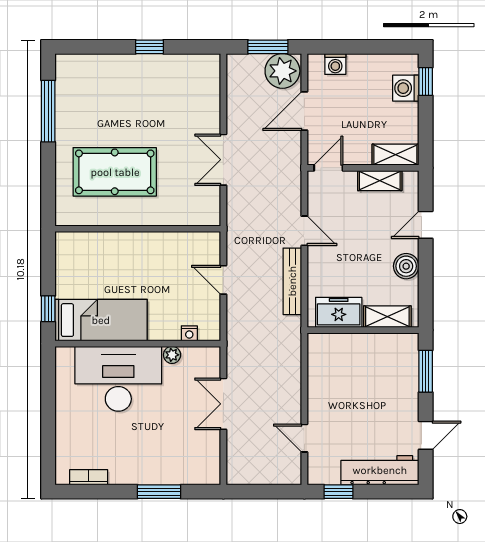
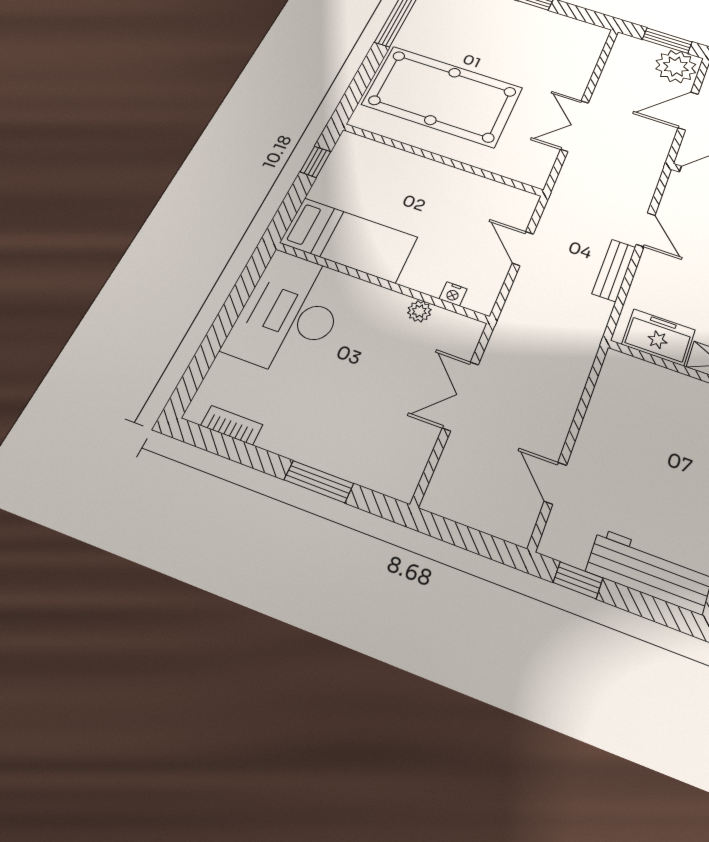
pool table: (115, 172) -> (443, 96), width x1.36, depth x1.32
bench: (292, 281) -> (614, 270), width x0.73
window: (48, 309) -> (315, 162), moved
desk: (118, 379) -> (290, 314), moved, turned -90

